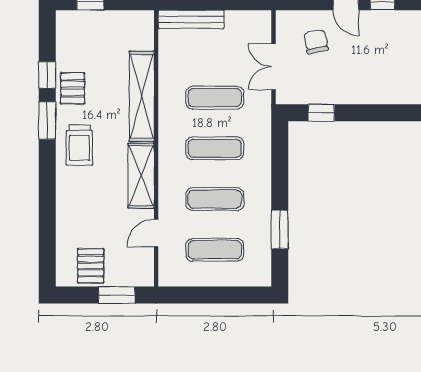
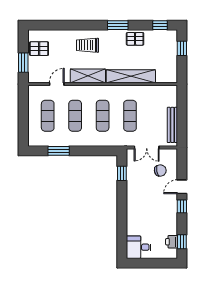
bench: (191, 19) -> (172, 125), moved
double door: (273, 67) -> (147, 147), swing flipped
window: (47, 75) -> (160, 25), moved
trolley: (79, 145) -> (88, 45), moved
door: (156, 233) -> (57, 84), hinge flipped

